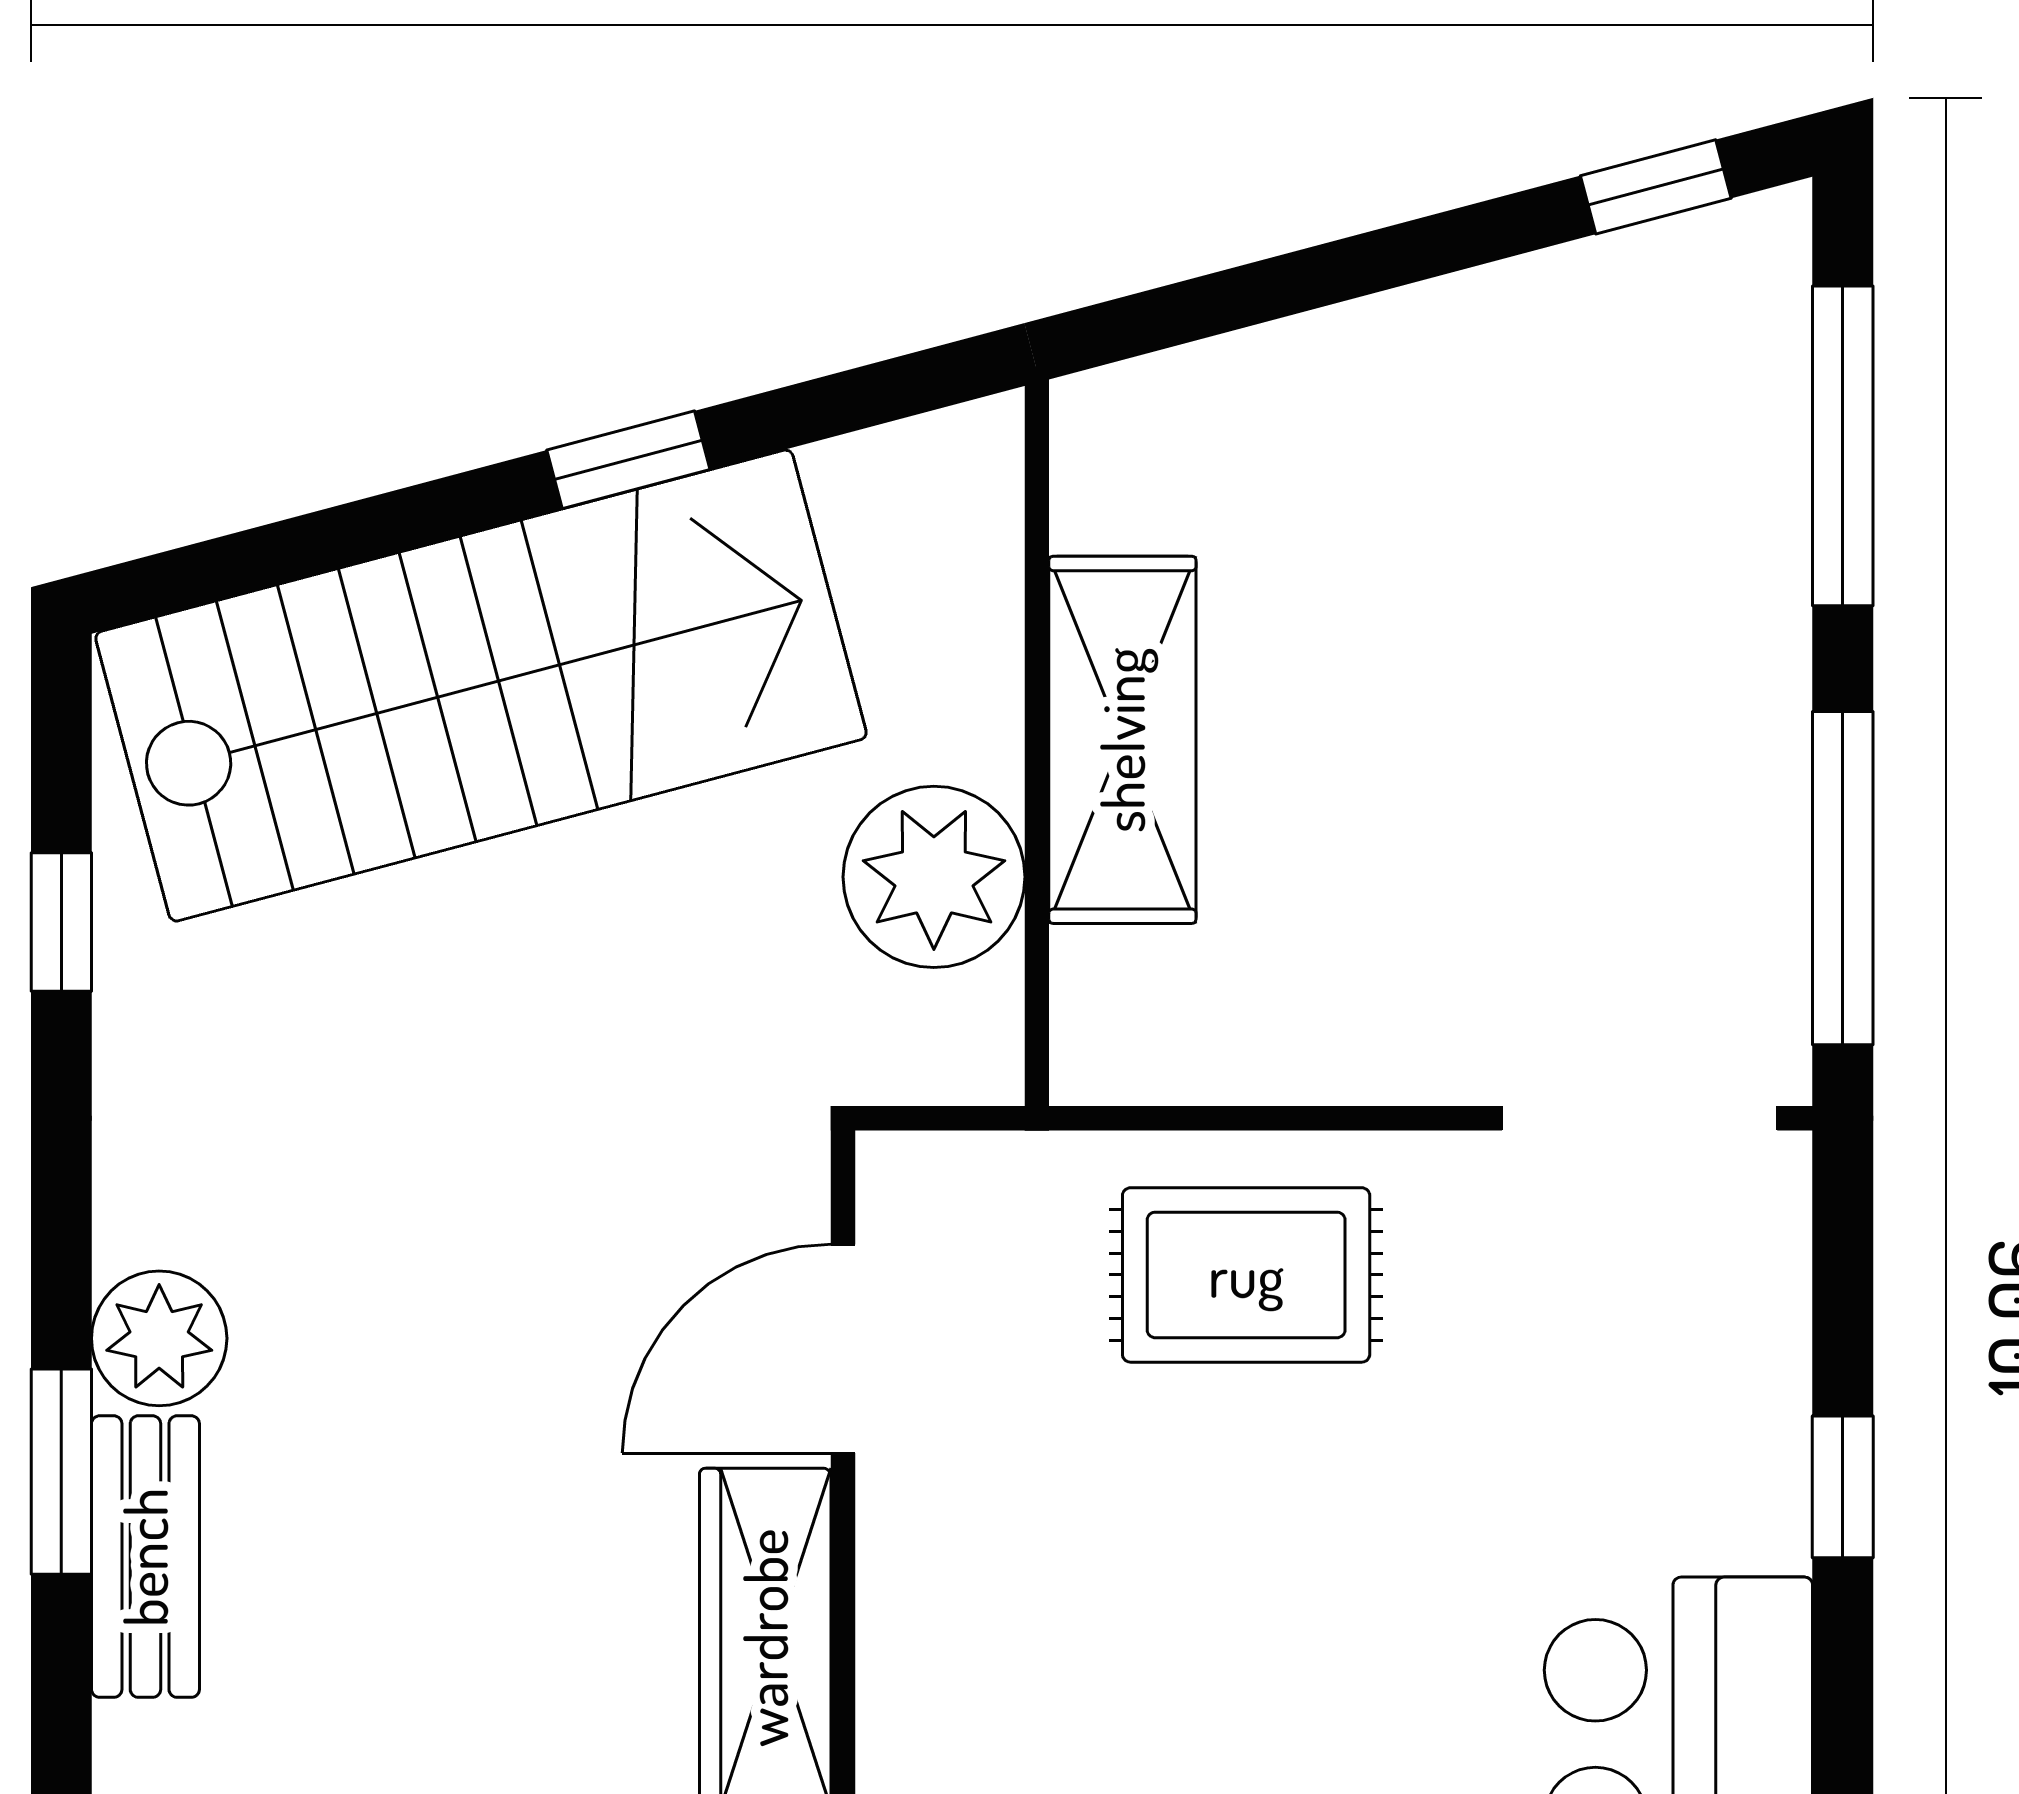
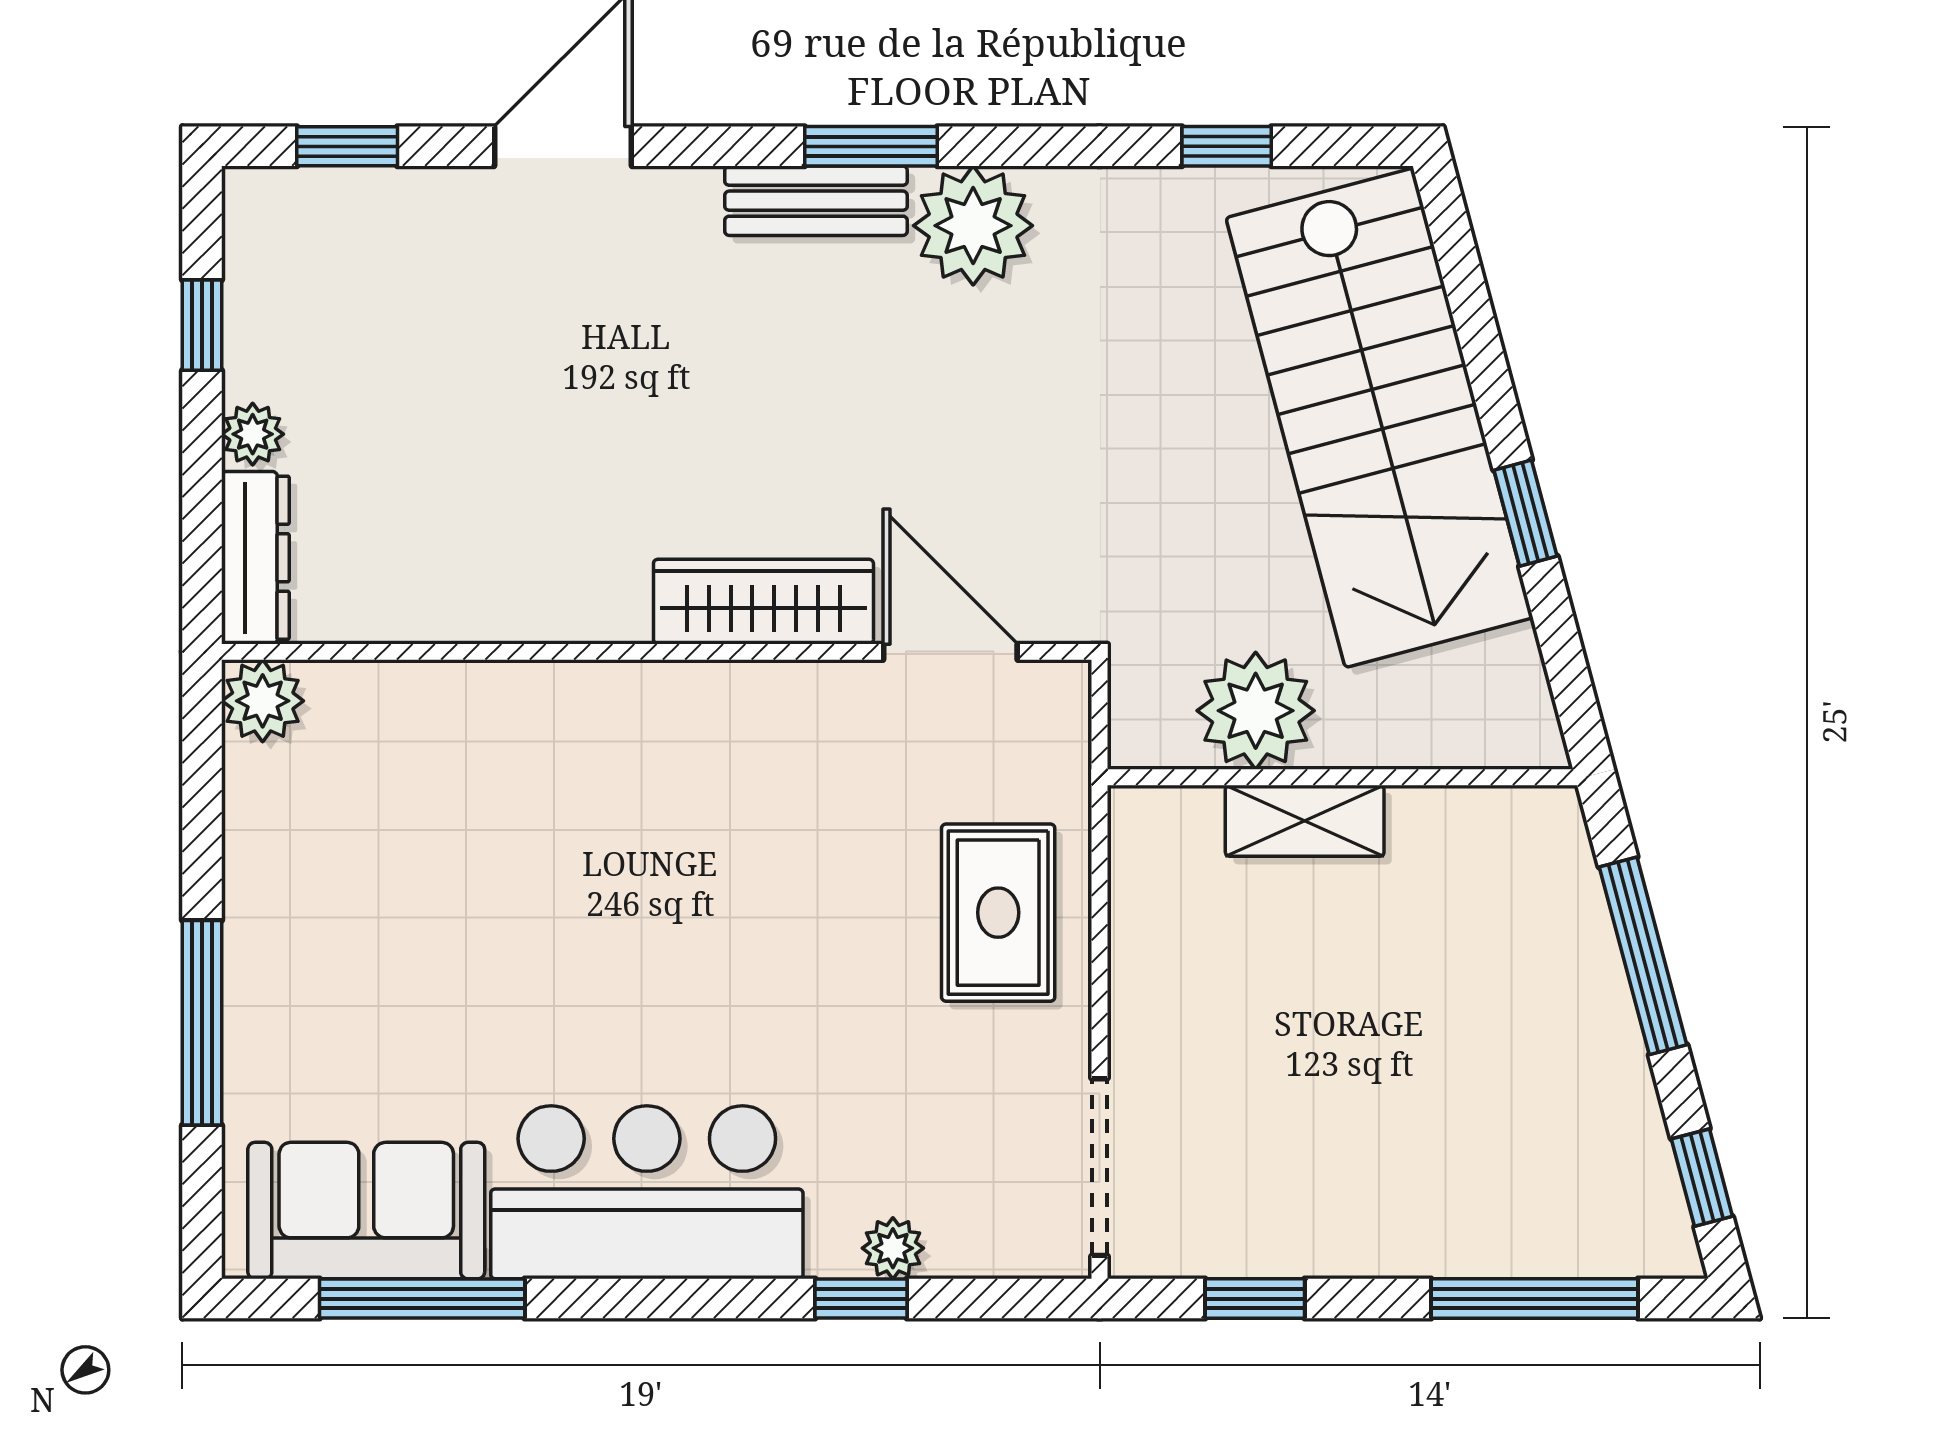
window: (1313, 278) -> (1643, 956), added
shelving: (1122, 740) -> (1305, 821), width x0.67, depth x0.75
window: (1843, 878) -> (1255, 1299), width x0.46
plant: (159, 1338) -> (973, 226), width x1.36, depth x1.36
plant: (1765, 1438) -> (893, 1248), added

